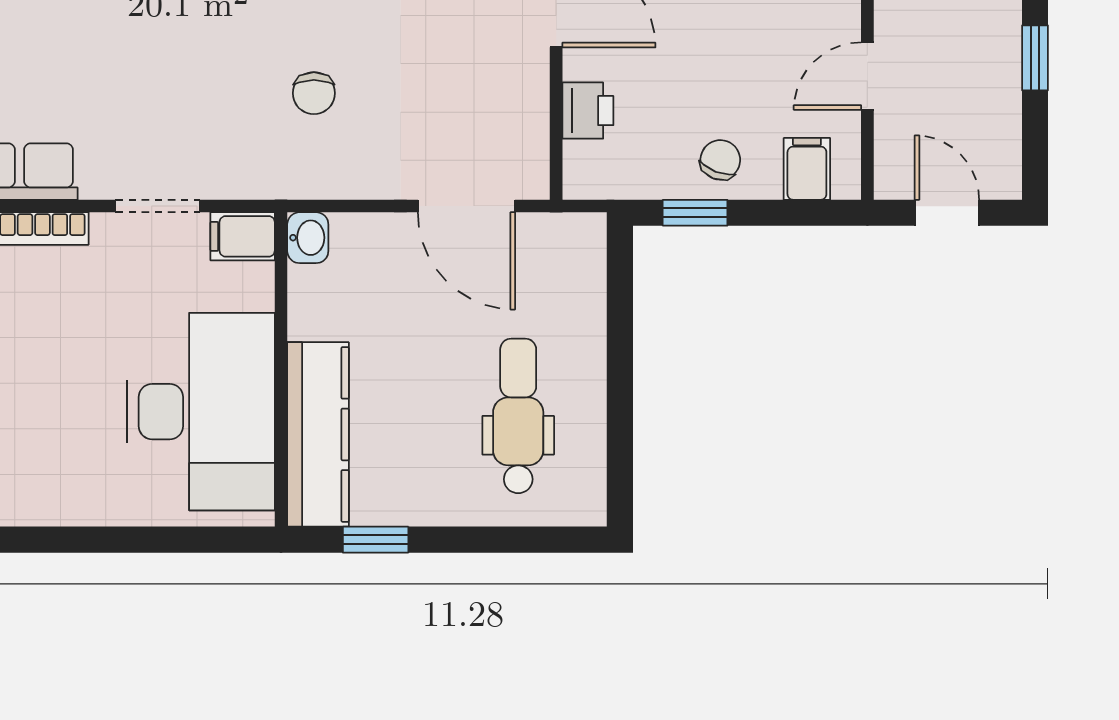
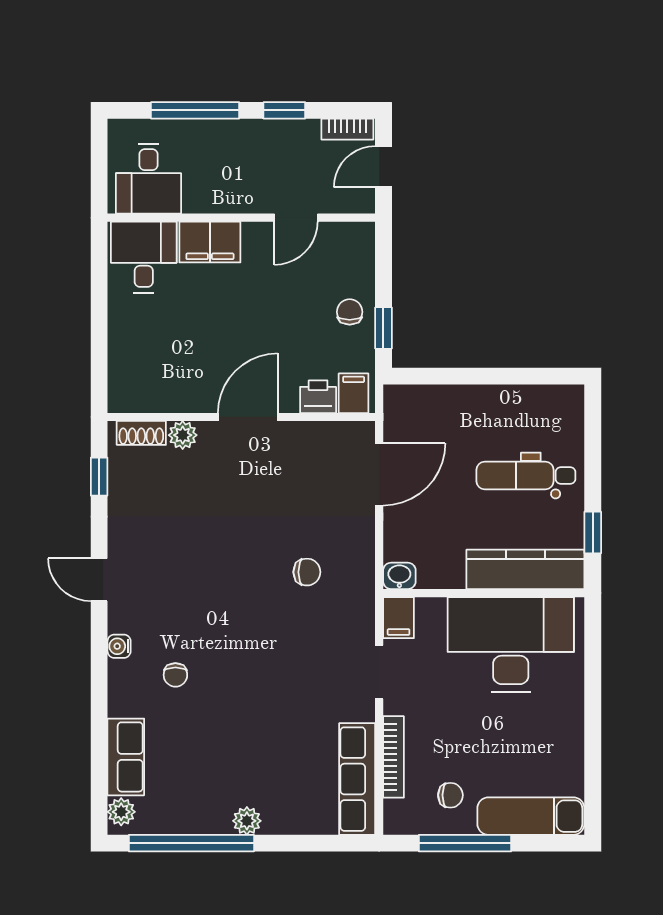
door: (867, 76) -> (296, 218), hinge flipped
bookcase: (1006, 156) -> (347, 129), added
chair: (720, 160) -> (350, 312), turned 69
filing cabinet: (807, 169) -> (354, 393), moved, turned 90
dental chair: (518, 416) -> (526, 475), moved

